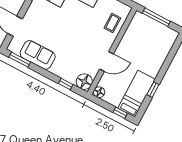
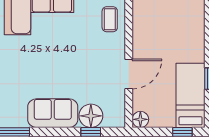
sofa: (38, 55) -> (53, 113), moved
floor lamp: (84, 82) -> (91, 116), moved

